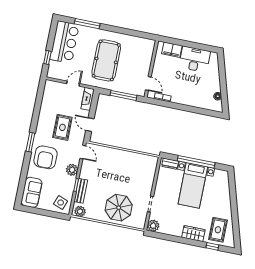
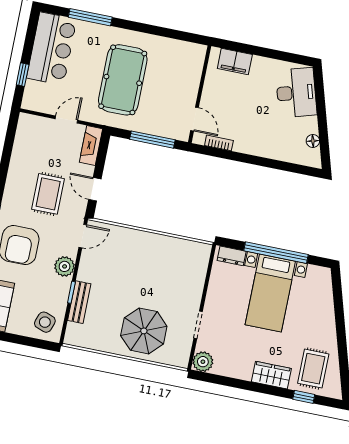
desk: (195, 59) -> (296, 93), moved, turned 74
door: (83, 152) -> (83, 236), hinge flipped
plant: (80, 211) -> (78, 337), removed

